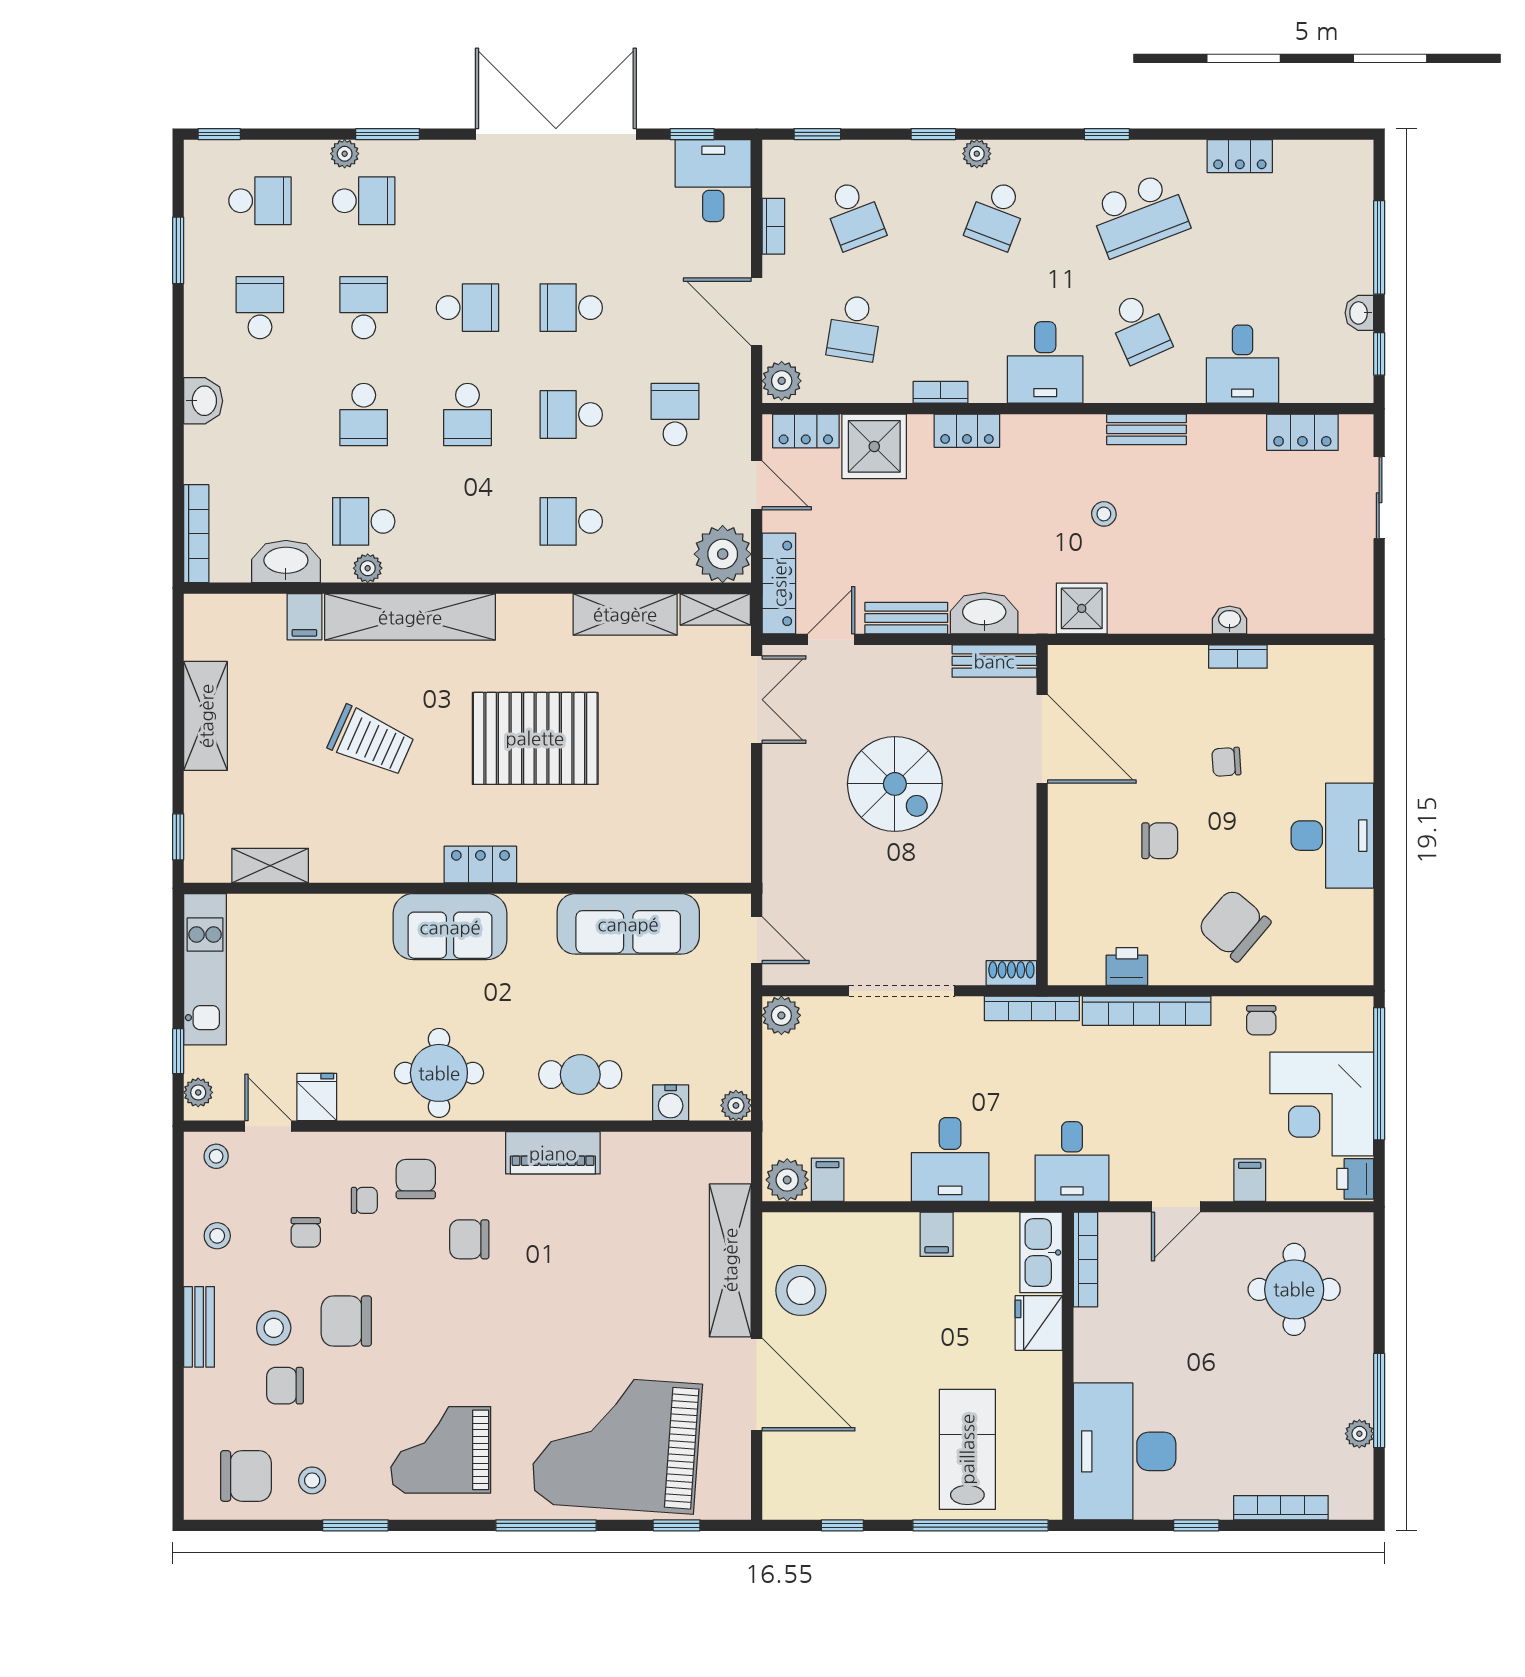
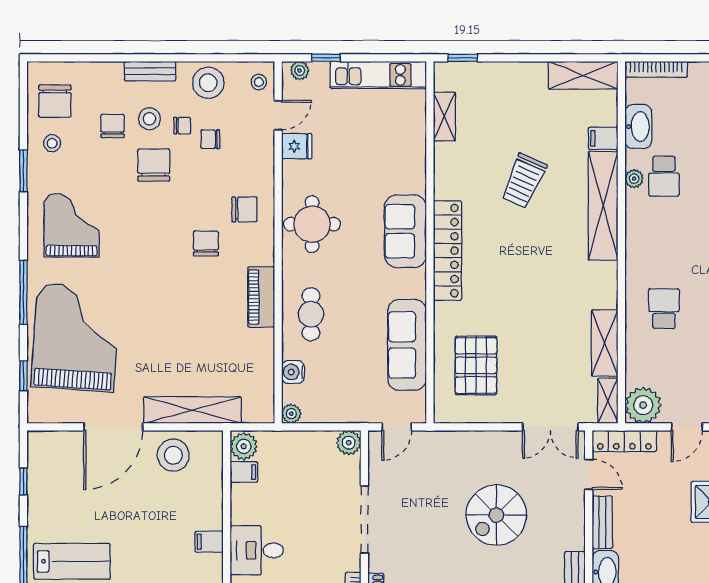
school desk: (364, 521) -> (664, 176), turned 180
shelving: (206, 716) -> (583, 75), moved
pallet: (535, 738) -> (476, 365), moved, width x0.73, depth x0.71
locker: (480, 864) -> (447, 251), width x2.16, depth x1.21
chair: (364, 1200) -> (182, 126), moved, turned -90
stool: (217, 1236) -> (208, 83), width x1.89, depth x1.89

